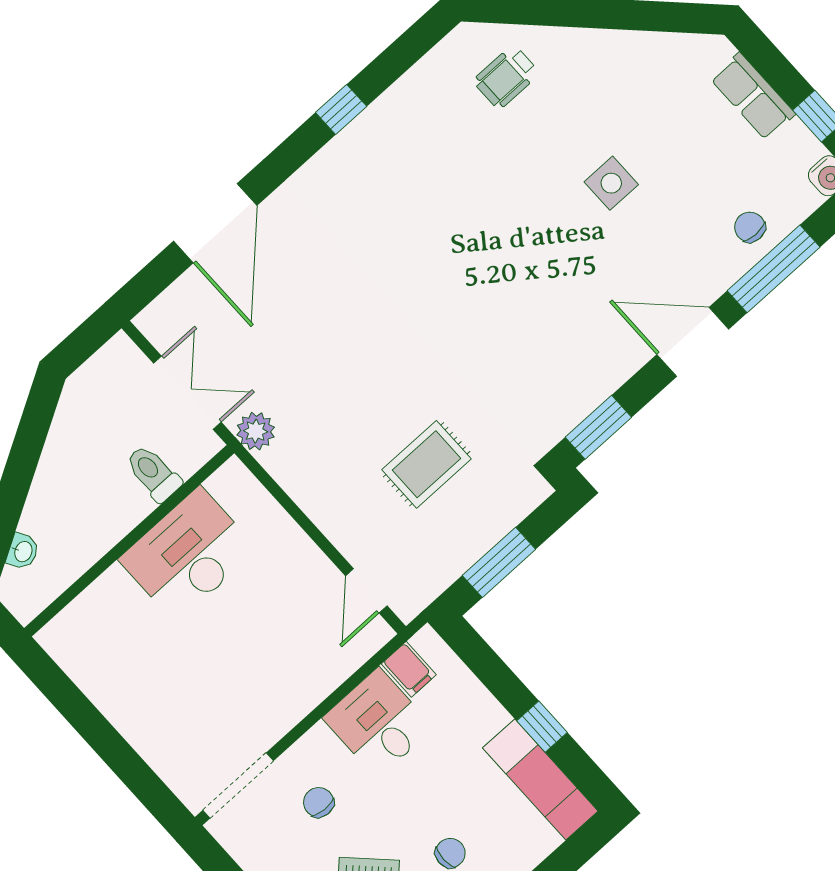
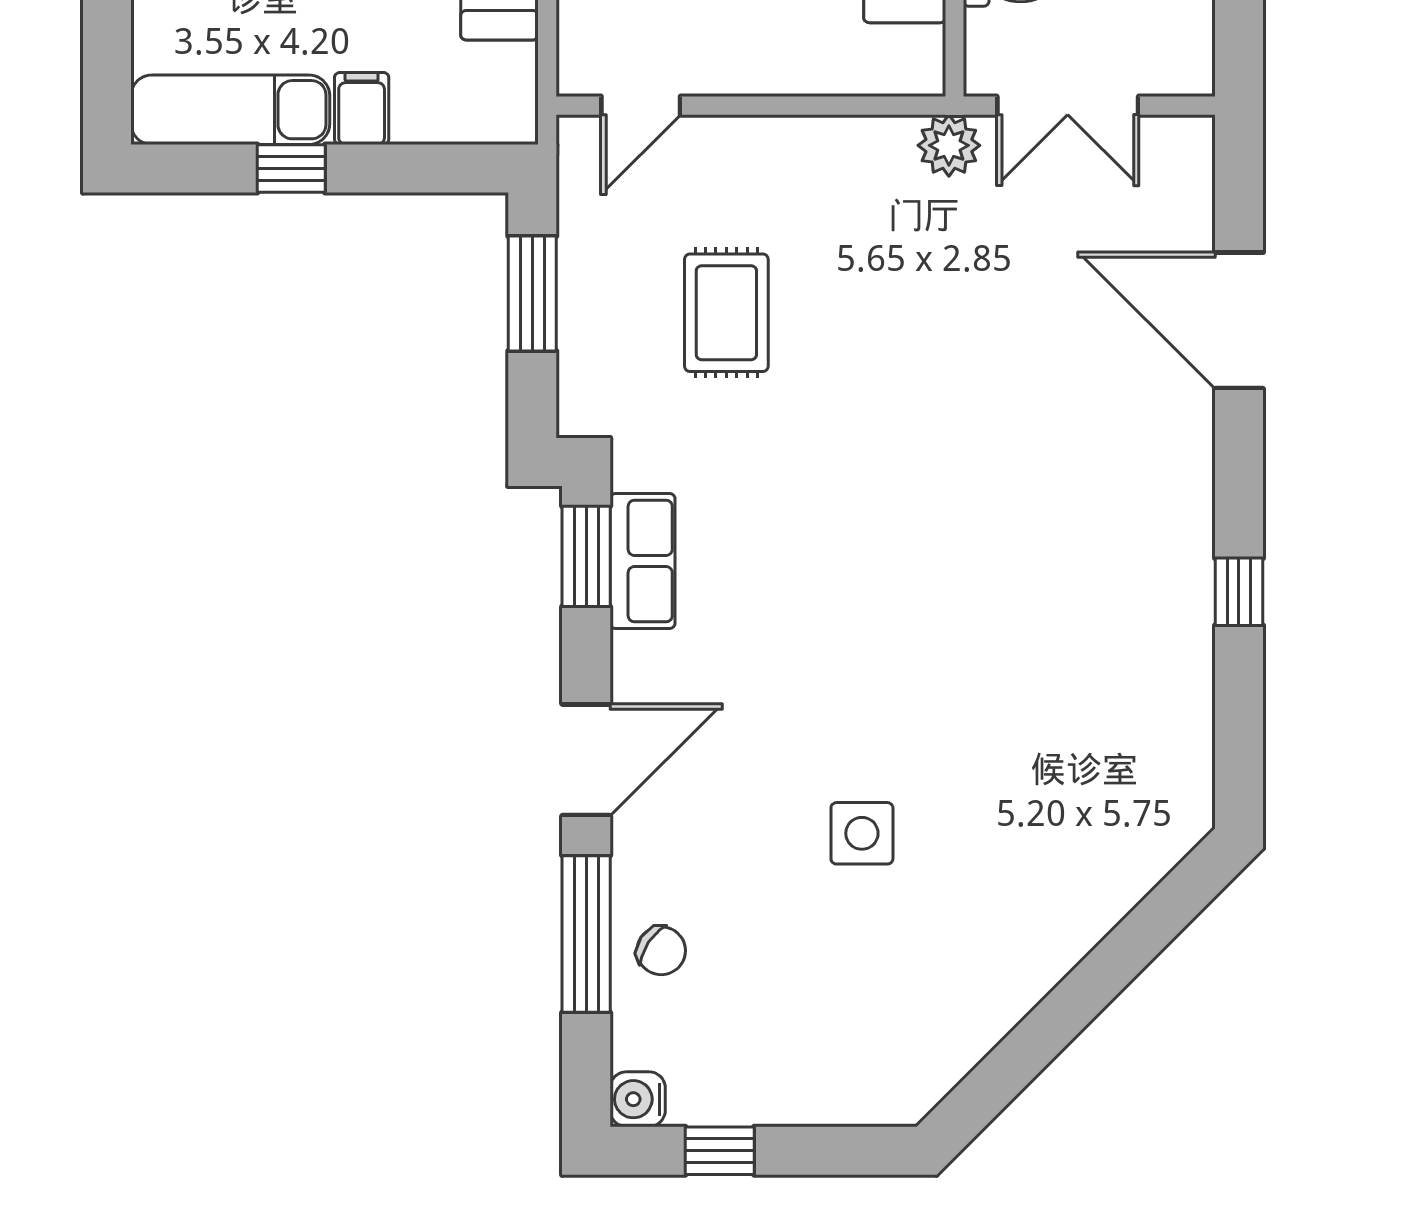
wheelchair: (506, 77) -> (1100, 823), removed
row of seats: (753, 96) -> (642, 561), moved, turned 90
chair: (750, 227) -> (661, 951), turned 34
door: (366, 591) -> (641, 106), swing flipped
filing cabinet: (409, 669) -> (362, 108), moved, turned 90

